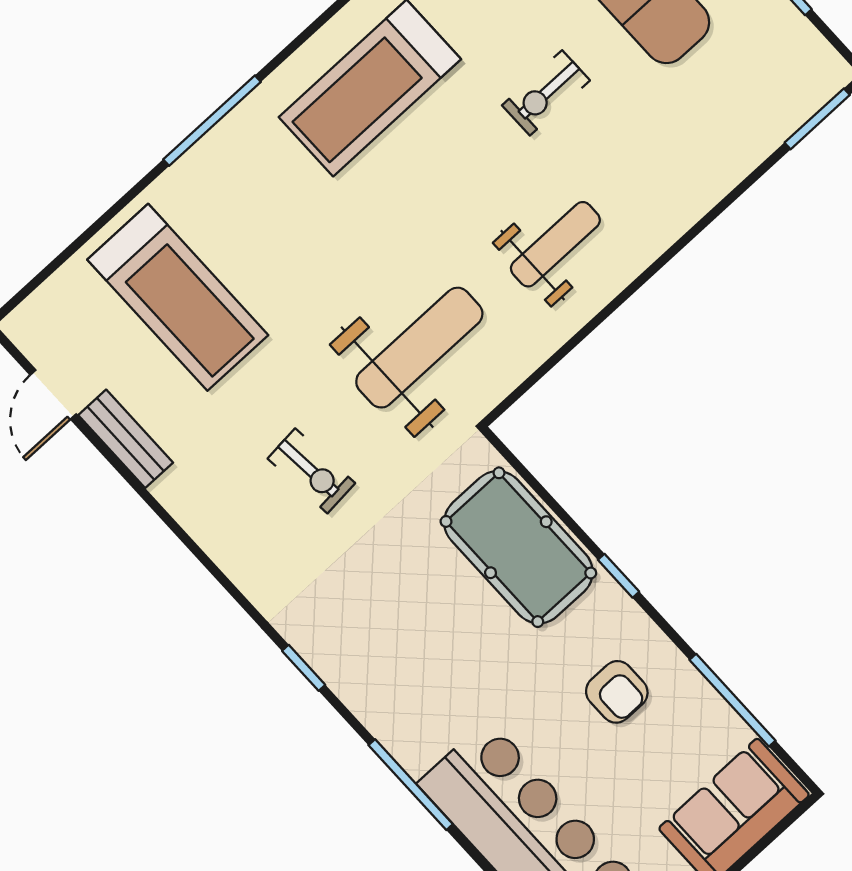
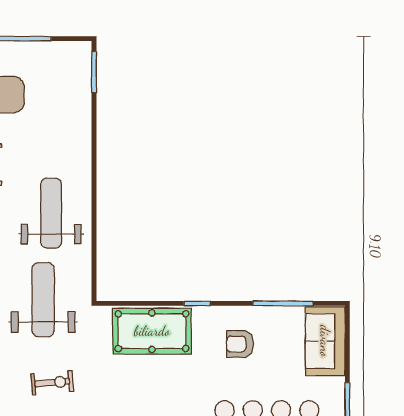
weight bench: (555, 244) -> (51, 213), width x1.36, depth x1.33
armchair: (617, 692) -> (240, 344), turned 180

